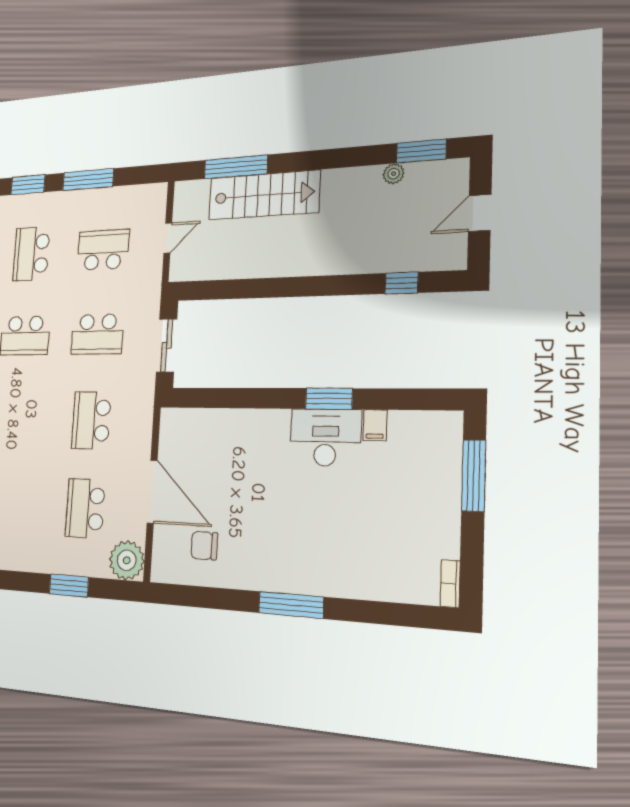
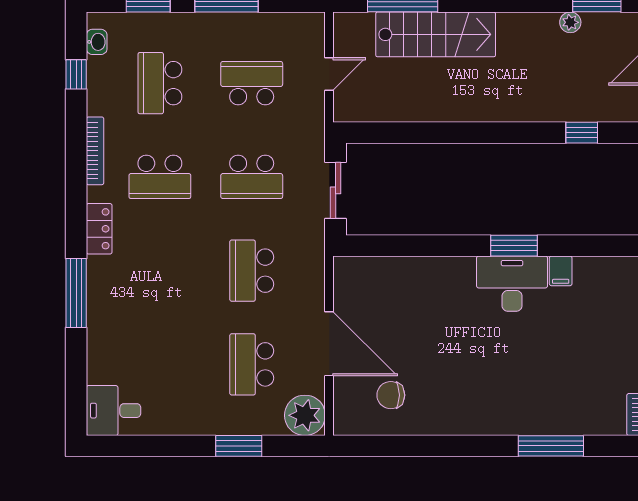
window: (291, 605) -> (551, 446), moved

